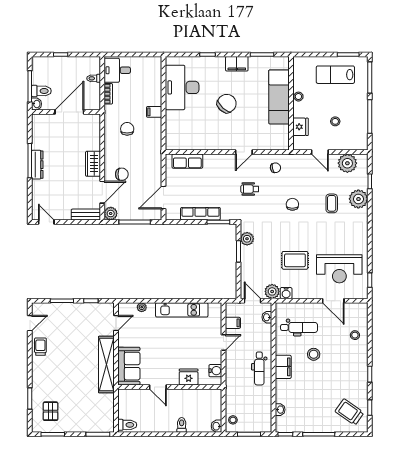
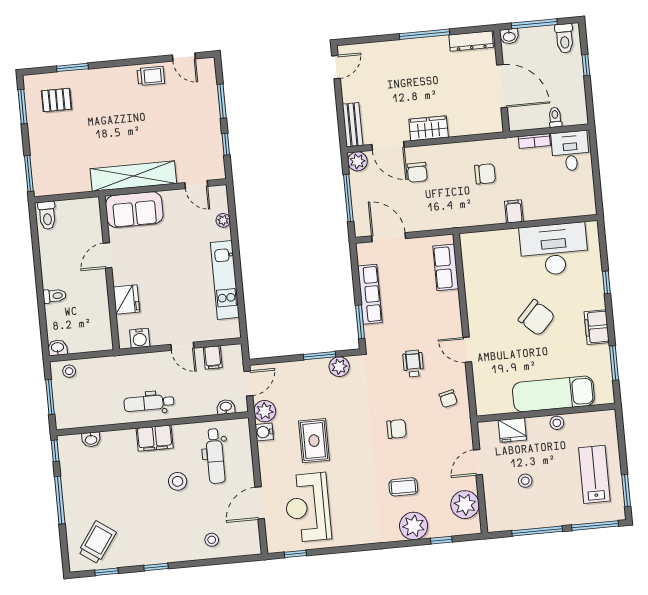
toilet: (41, 91) -> (564, 38), moved
dresser: (37, 165) -> (471, 41), moved

